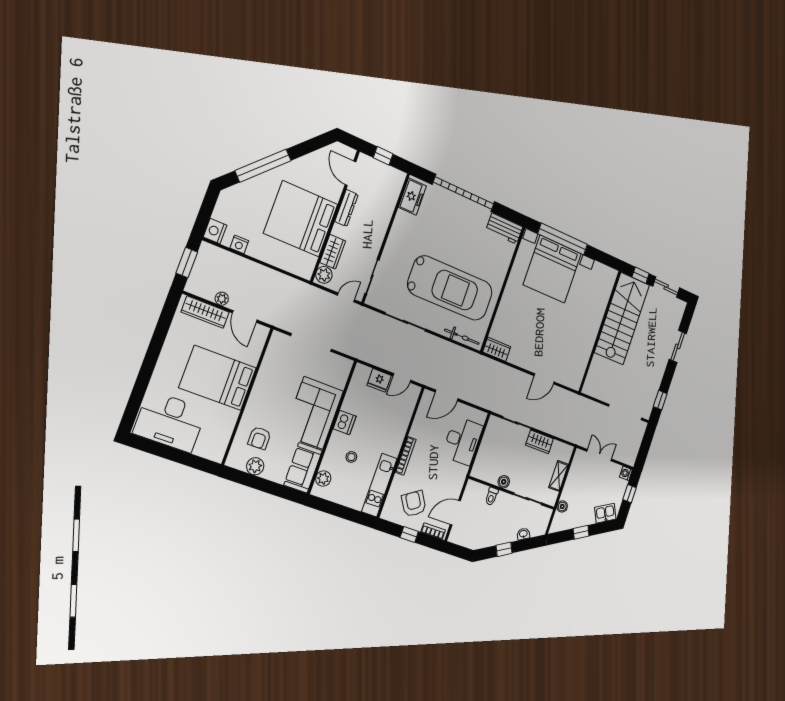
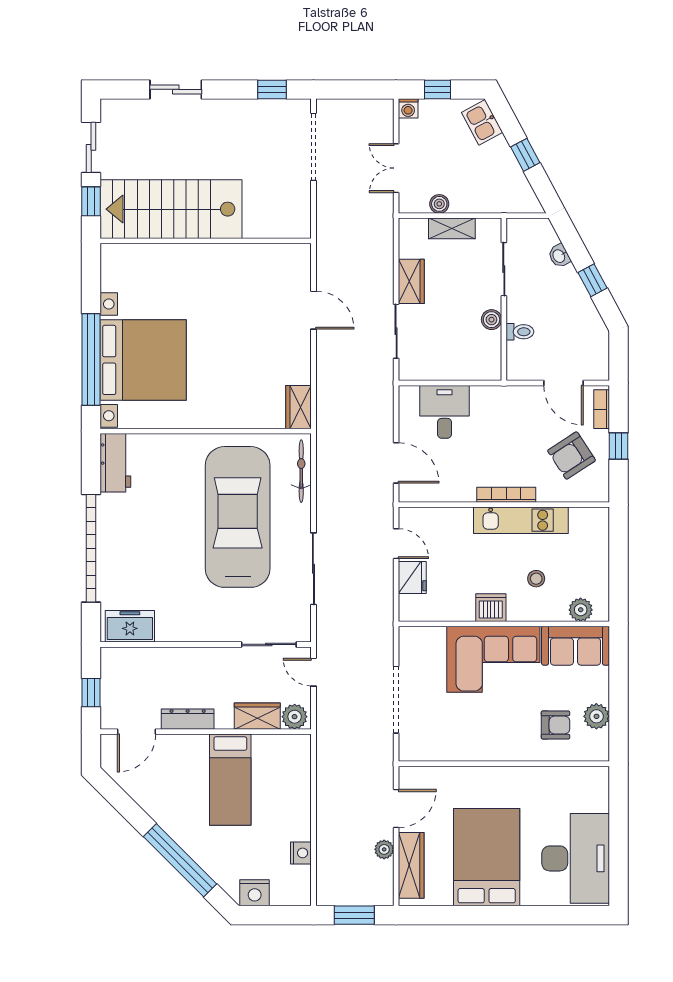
bed: (301, 219) -> (230, 780), width x0.49
nightstand: (215, 231) -> (255, 893), moved
bed: (218, 378) -> (487, 857), moved, turned 180
desk: (462, 441) -> (444, 412), width x0.73
kitchen unit: (379, 485) -> (521, 520), moved
boiler: (562, 506) -> (439, 204), moved

